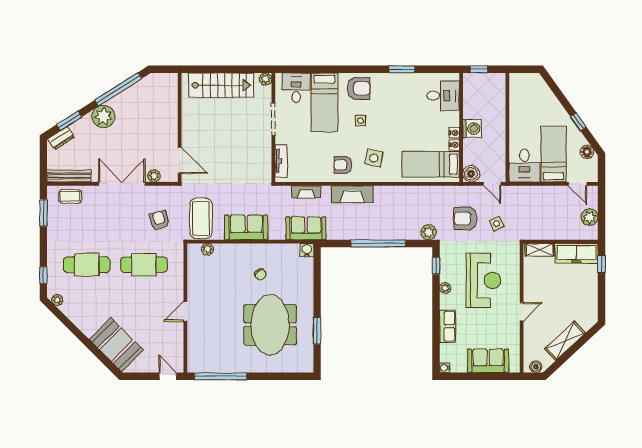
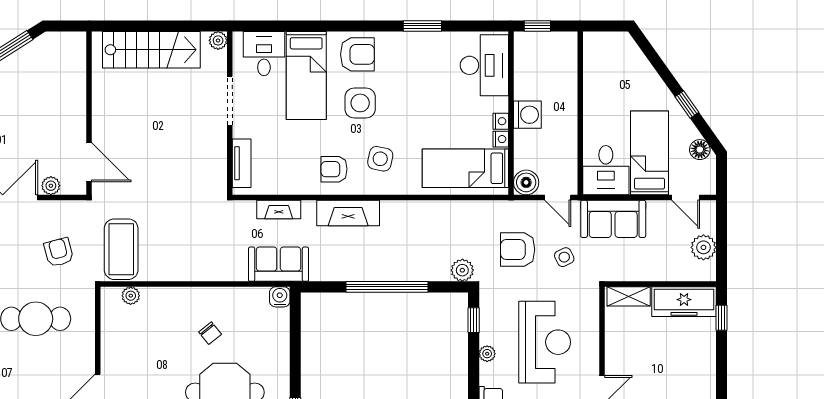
desk: (443, 96) -> (484, 65), width x1.37
side table: (360, 121) -> (360, 103), width x1.87, depth x1.87
sofa: (246, 227) -> (613, 219), moved, turned 180

